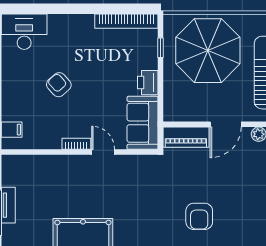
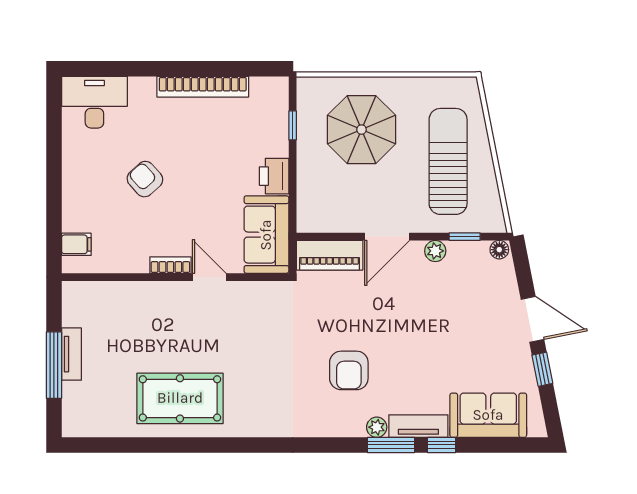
bookcase: (126, 21) -> (203, 87), moved
parasol: (208, 51) -> (361, 130), width x0.73, depth x0.73

